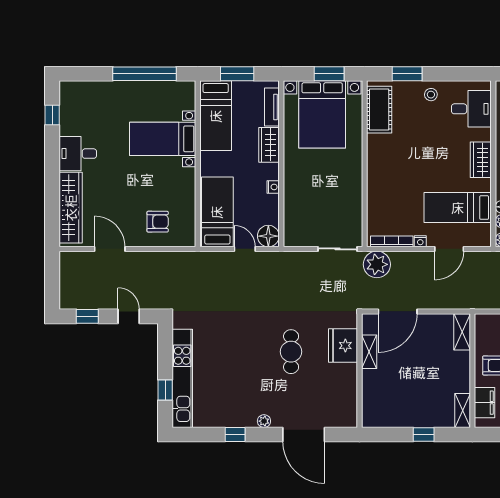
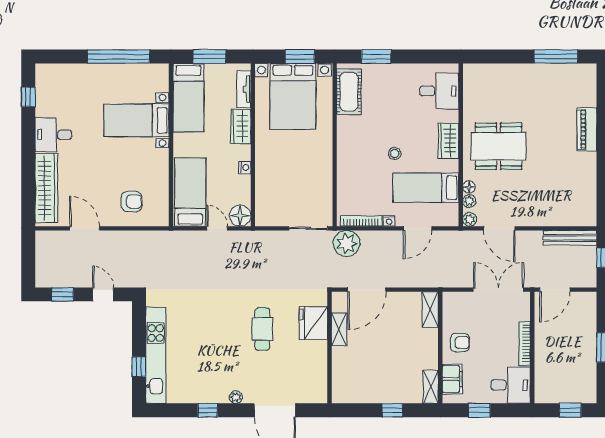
stool: (431, 95) -> (395, 154), moved

